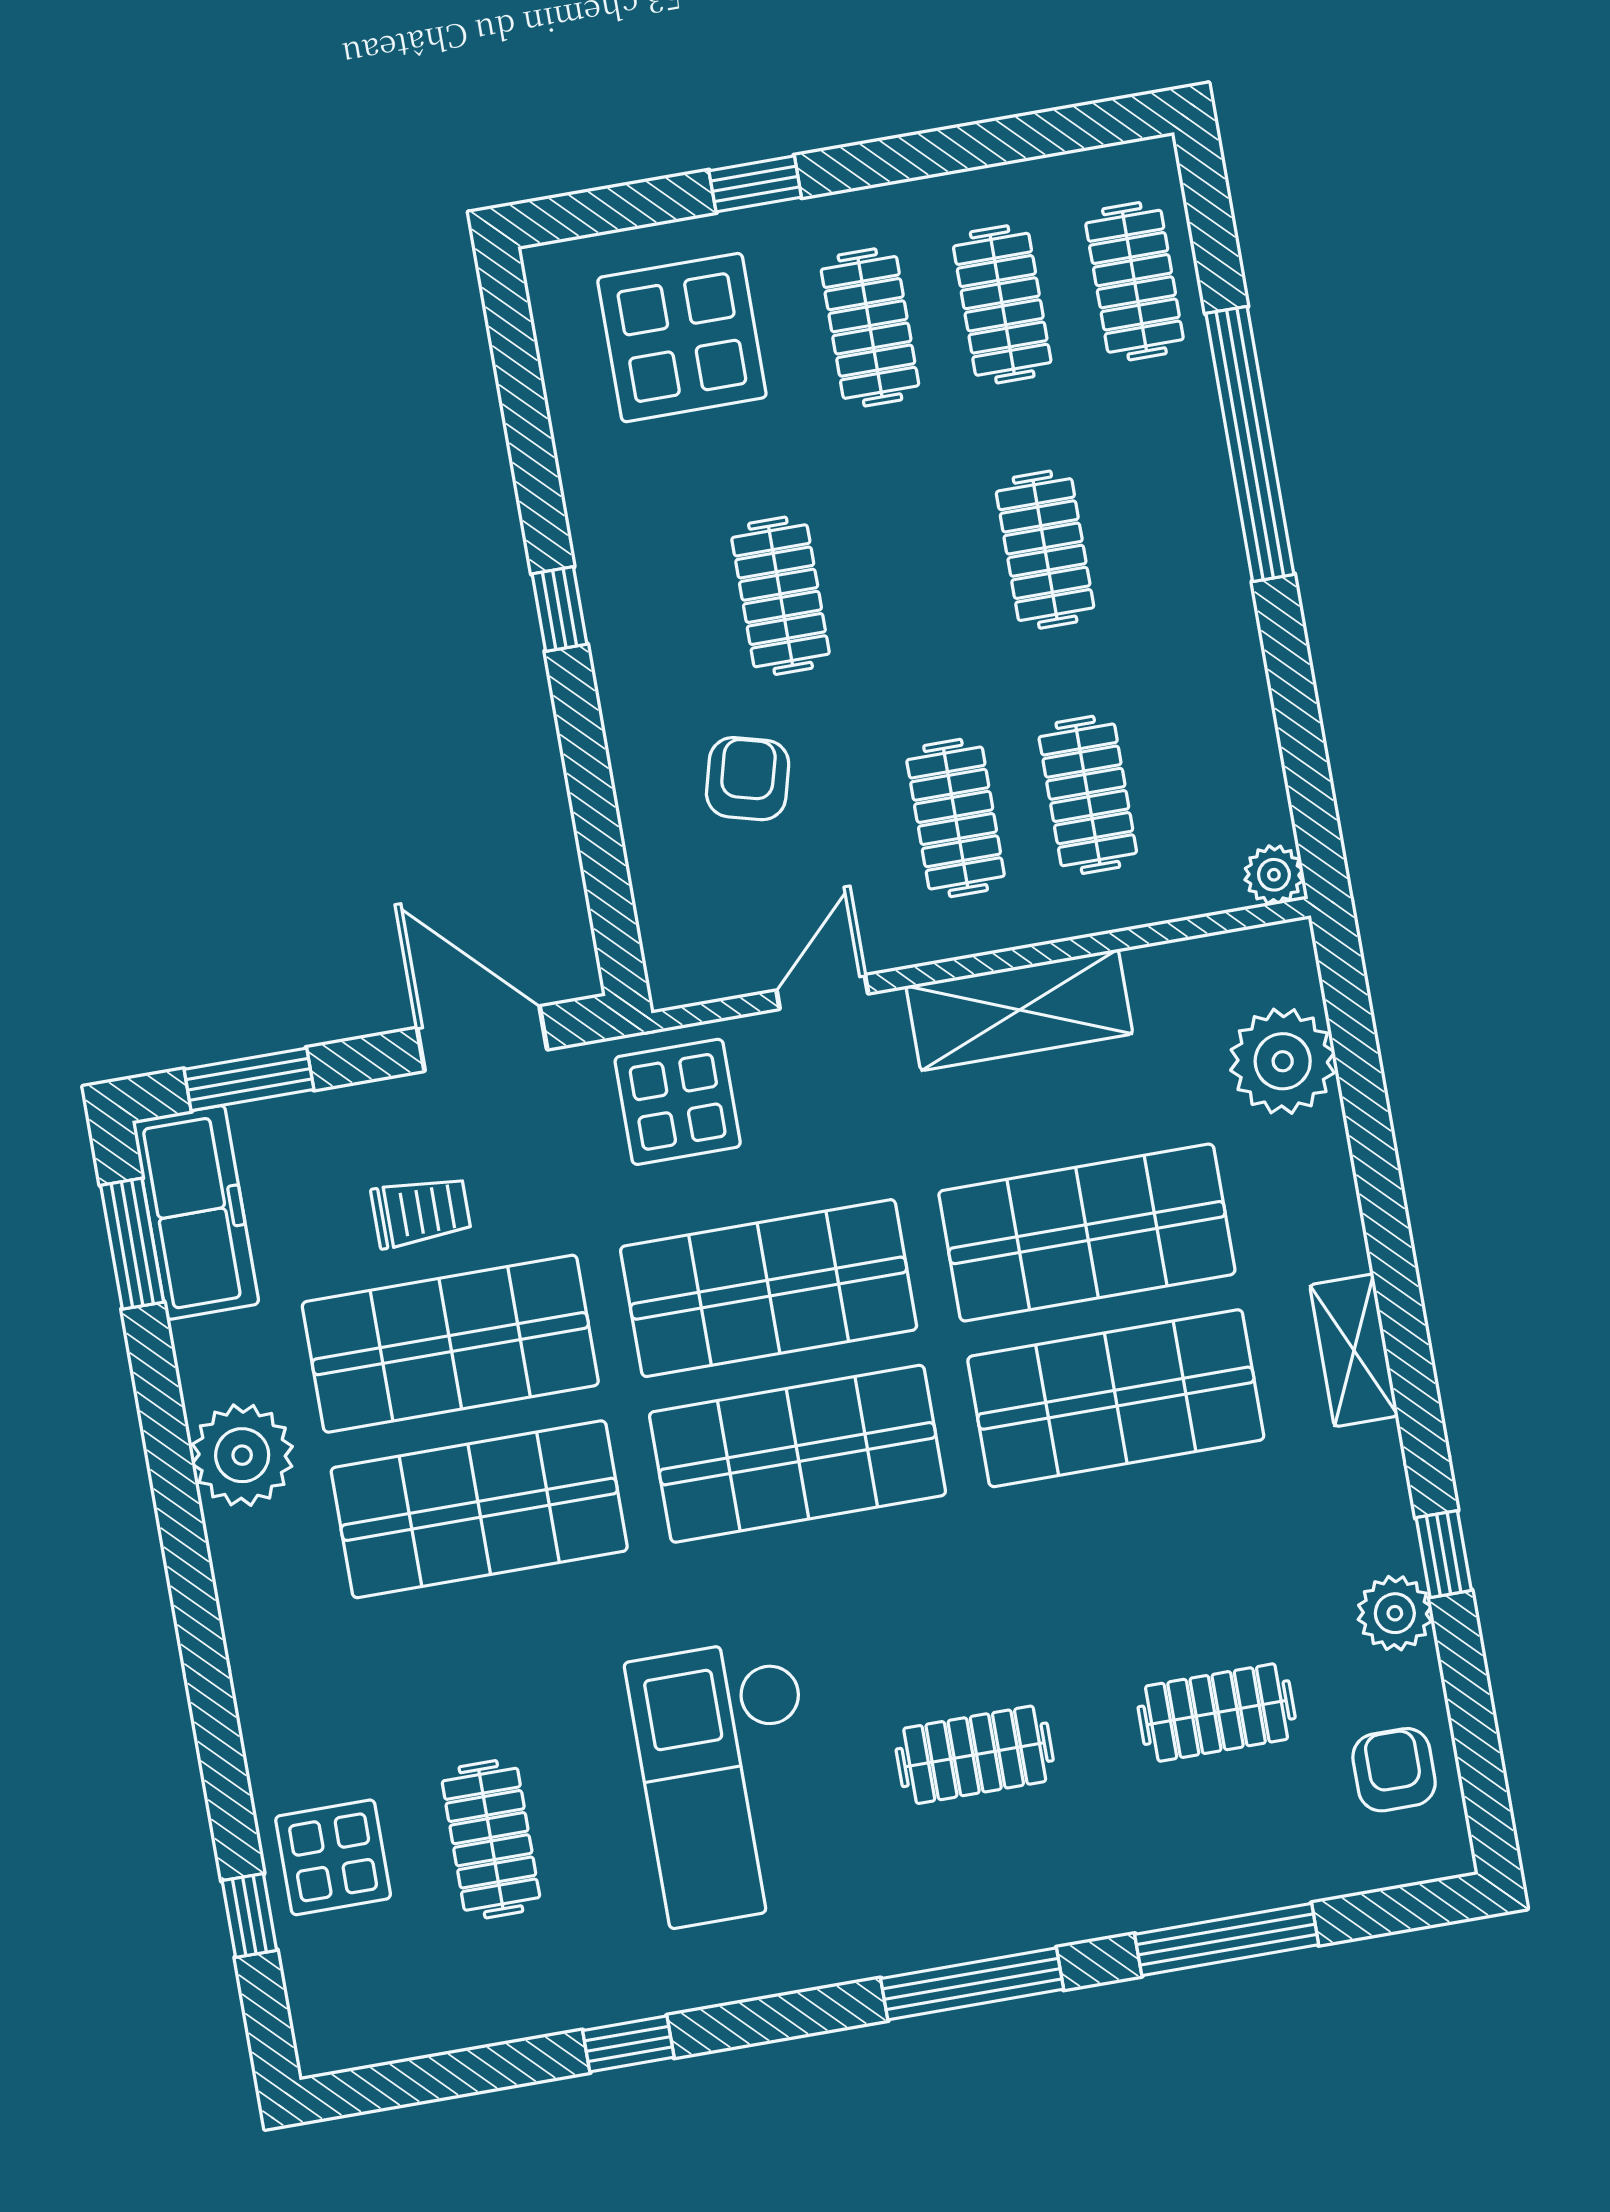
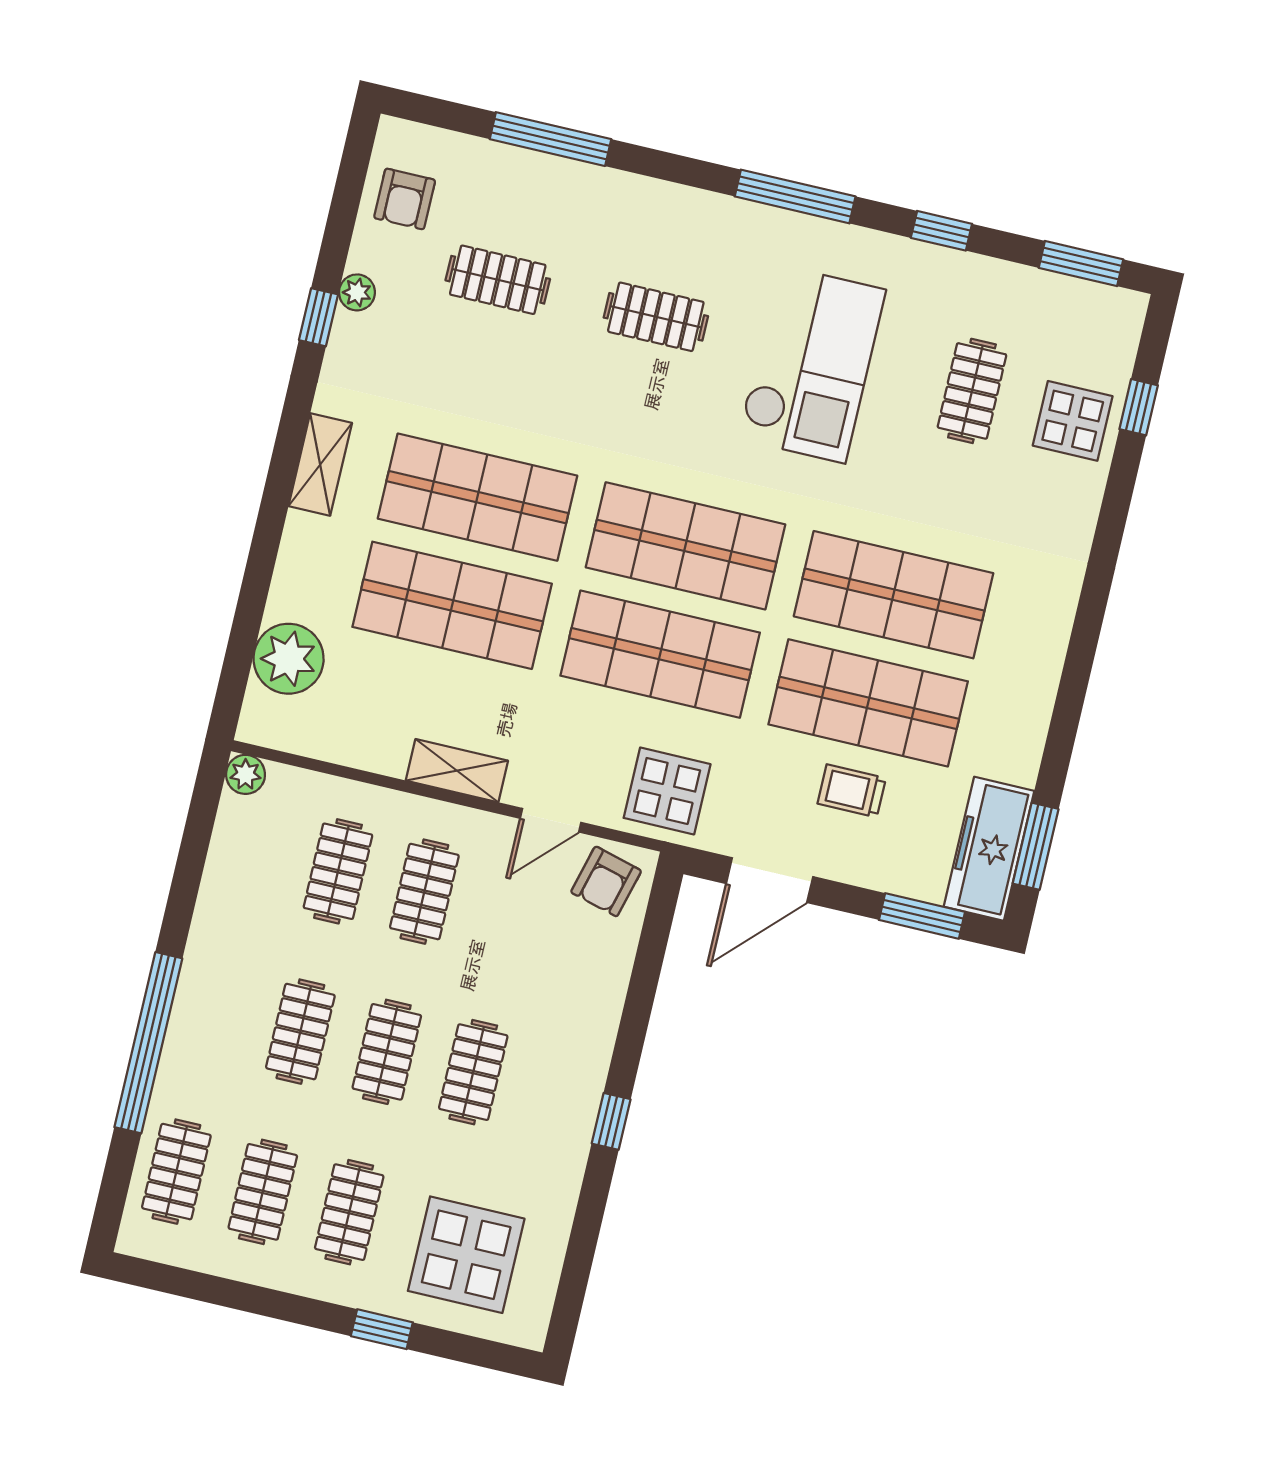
clothes rail: (913, 573) -> (387, 1052), added
armchair: (748, 779) -> (606, 881), moved
shelving: (1019, 1010) -> (457, 771), width x0.67, depth x0.75
door: (482, 1039) -> (770, 880), hinge flipped
plant: (242, 1455) -> (1024, 689), removed
plant: (1395, 1613) -> (357, 292), width x0.73, depth x0.73
window: (972, 1984) -> (795, 196), moved
window: (415, 2081) -> (1081, 264), added

